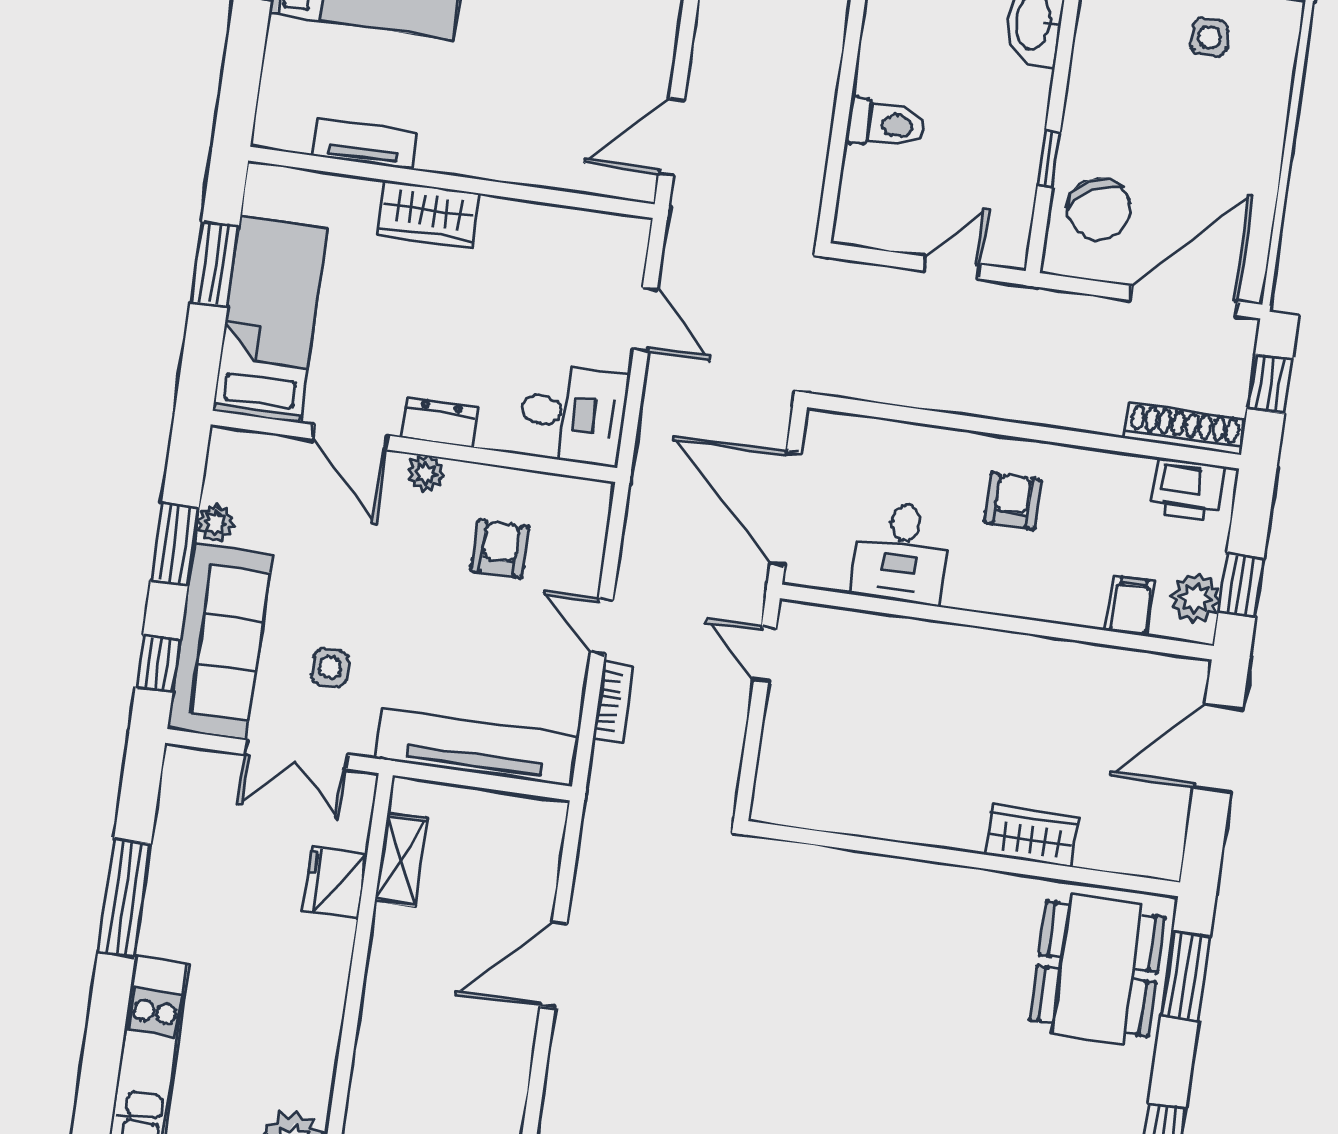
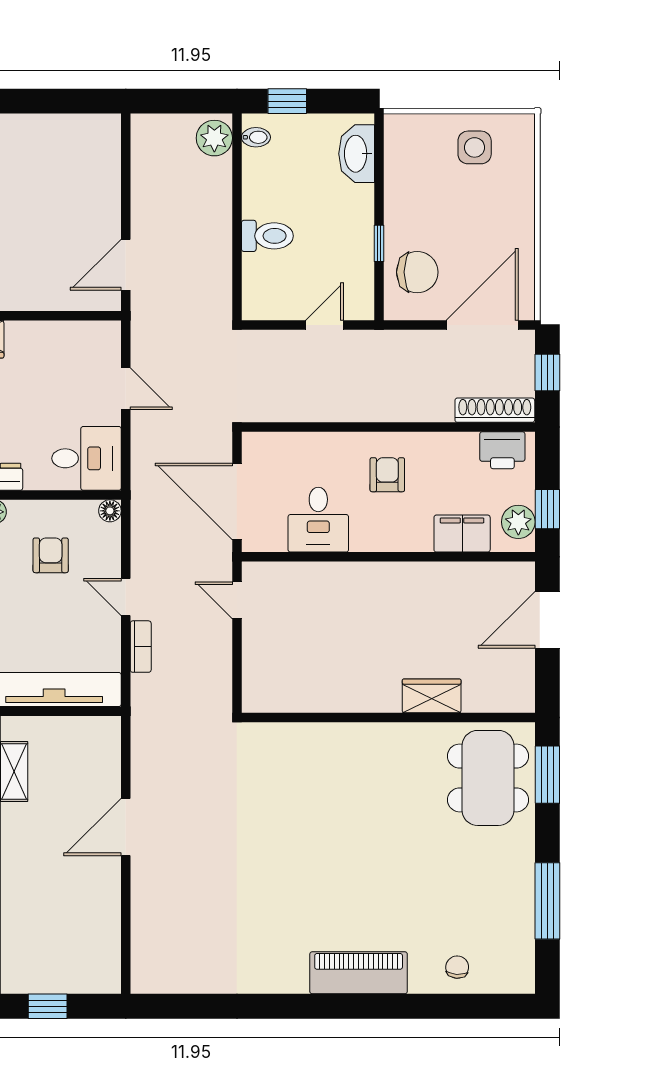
side table: (1210, 37) -> (475, 147), width x1.37, depth x1.37
chair: (1099, 209) -> (417, 272), turned -62
floor lamp: (597, 496) -> (110, 511), added
filing cabinet: (1131, 606) -> (462, 534), width x2.00

